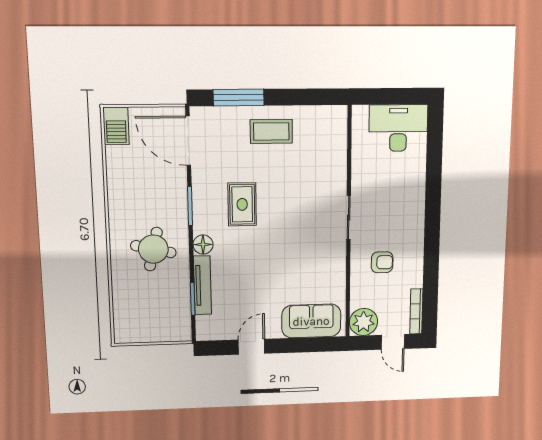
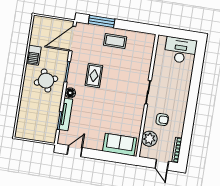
barbecue: (116, 126) -> (34, 55), moved
door: (188, 141) -> (72, 39), hinge flipped
round table: (153, 249) -> (46, 81), moved, turned -34
plant: (364, 322) -> (149, 139), moved
door: (251, 347) -> (75, 151), moved

